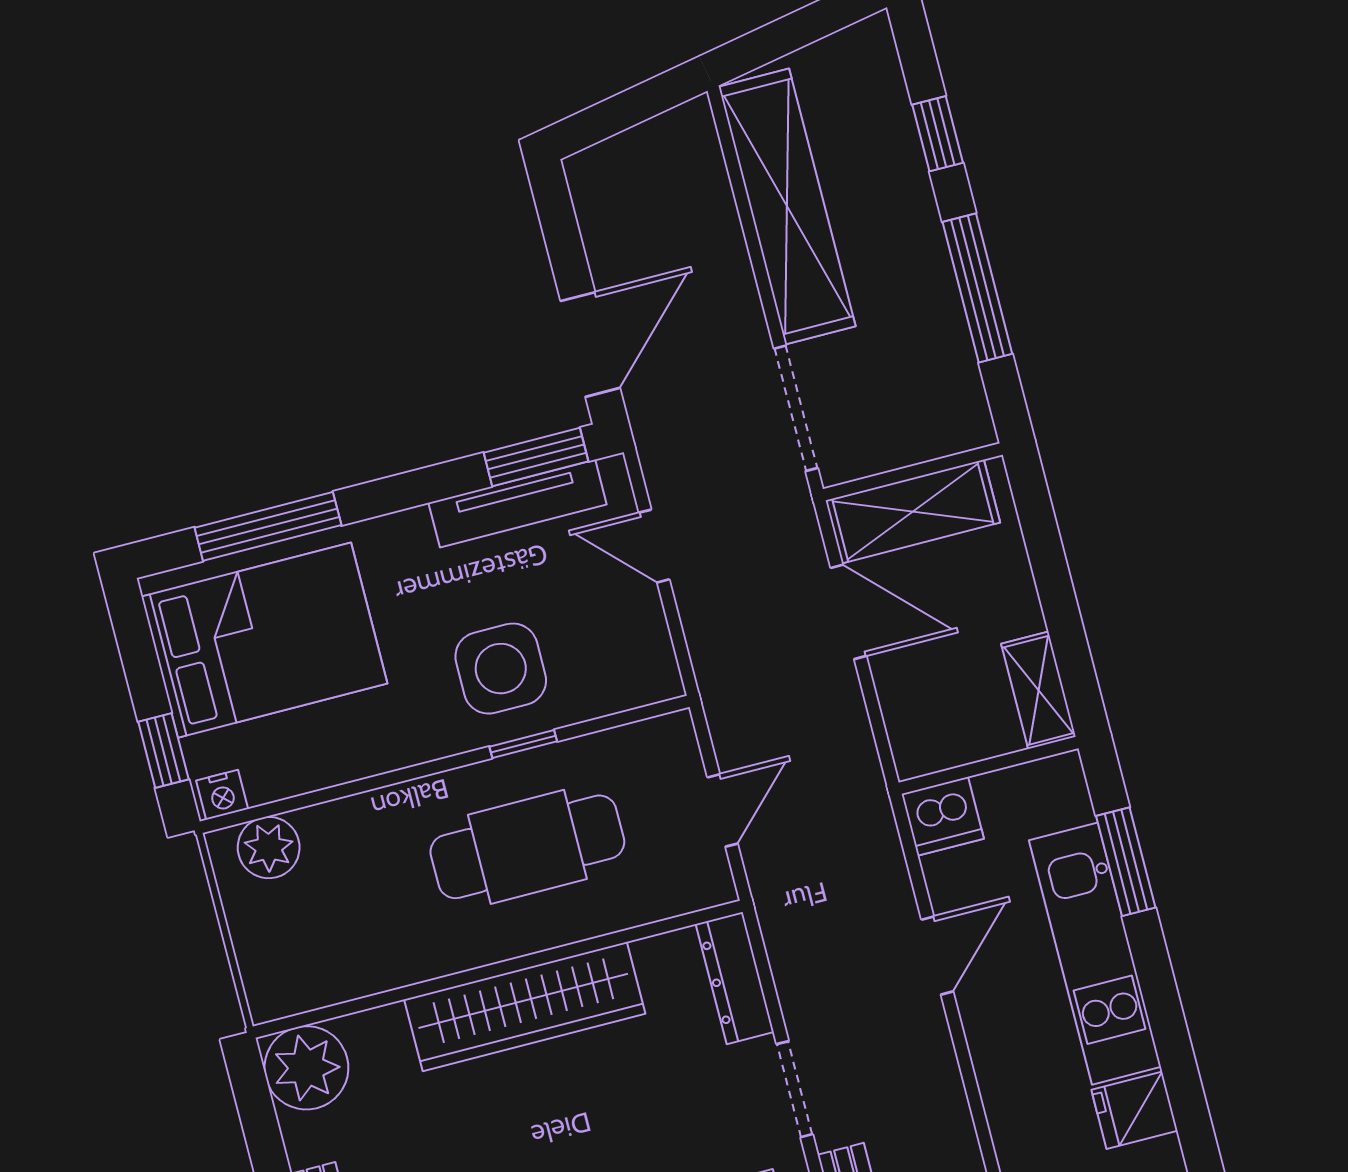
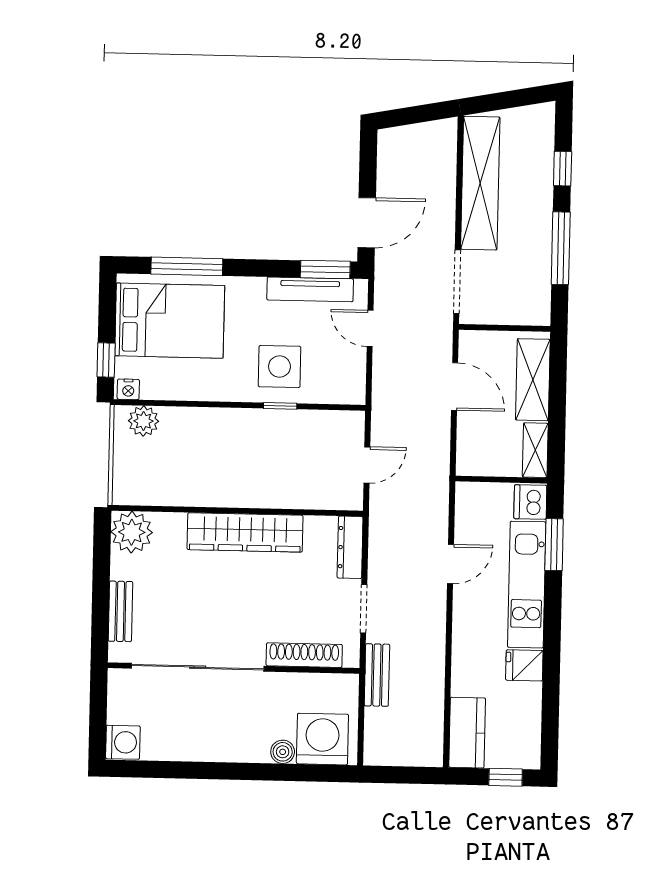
shelving: (913, 512) -> (533, 380), moved, turned 90
dishwasher: (943, 816) -> (530, 502), moved, turned 90
cafe table: (527, 847) -> (268, 456), removed

